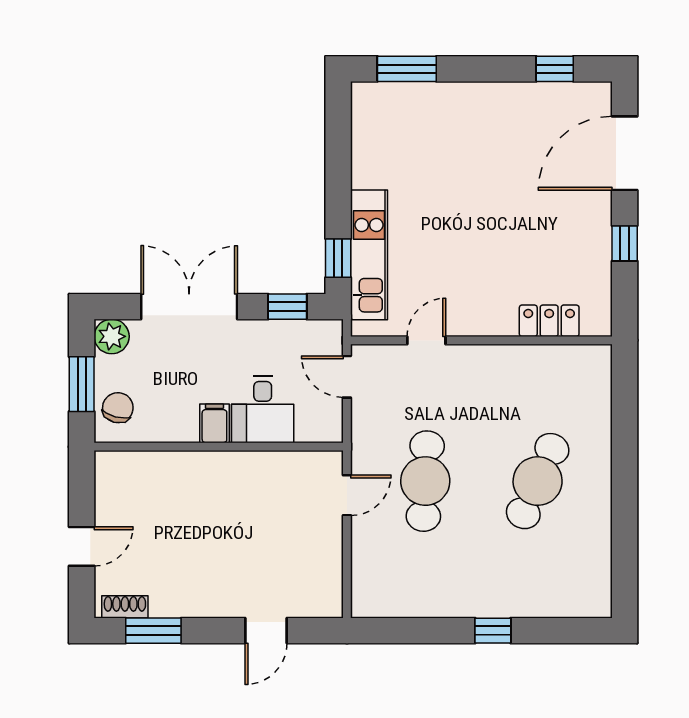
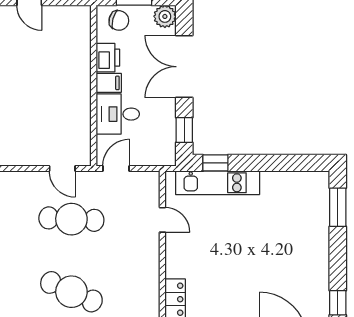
double door: (189, 307) -> (184, 67), swing flipped
door: (347, 377) -> (116, 169), moved
printer: (175, 425) -> (108, 58), added

